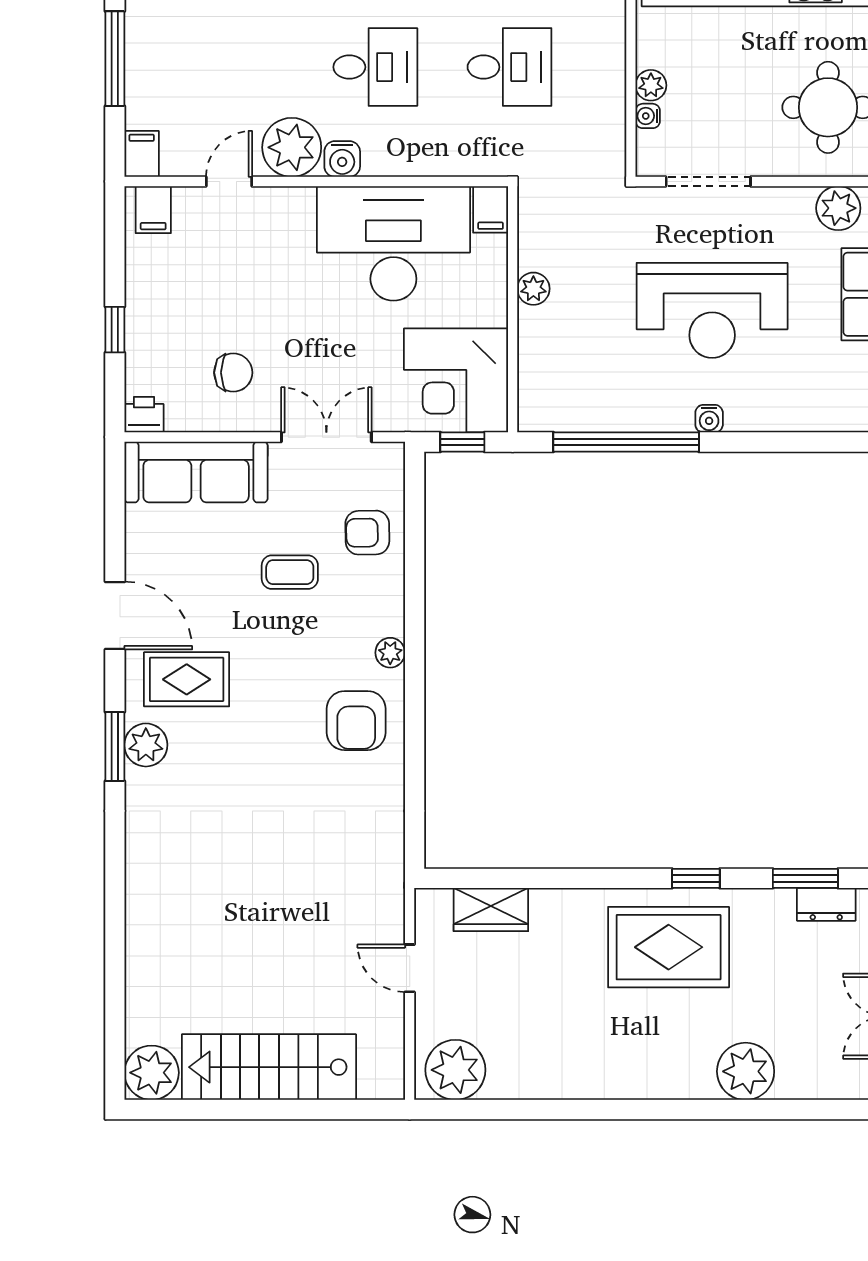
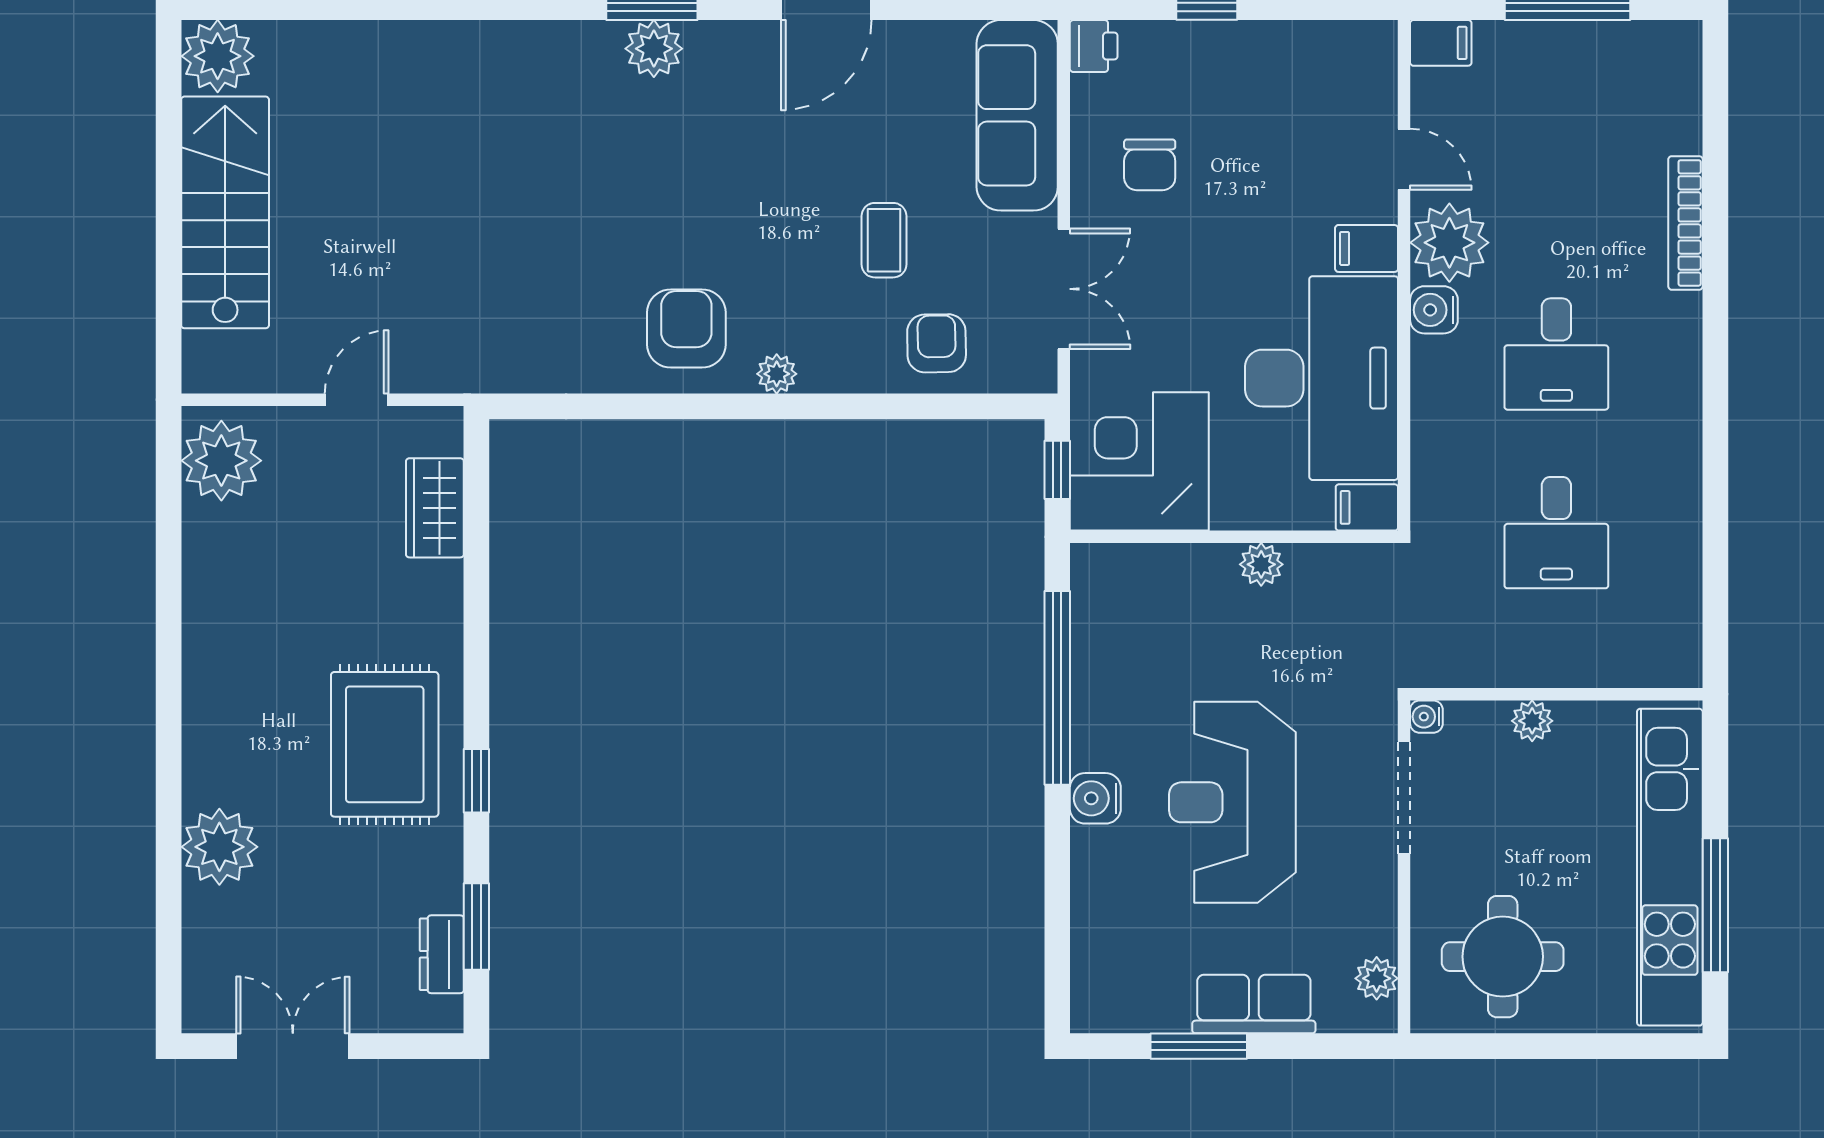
water cooler: (648, 116) -> (1426, 717), moved, turned -90
plant: (838, 208) -> (1377, 978), width x0.73, depth x0.73
filing cabinet: (153, 210) -> (1367, 248), moved
water cooler: (709, 419) -> (1095, 798), width x1.38, depth x1.38
rug: (187, 679) -> (741, 103), removed
armchair: (356, 721) -> (686, 328), turned 90

